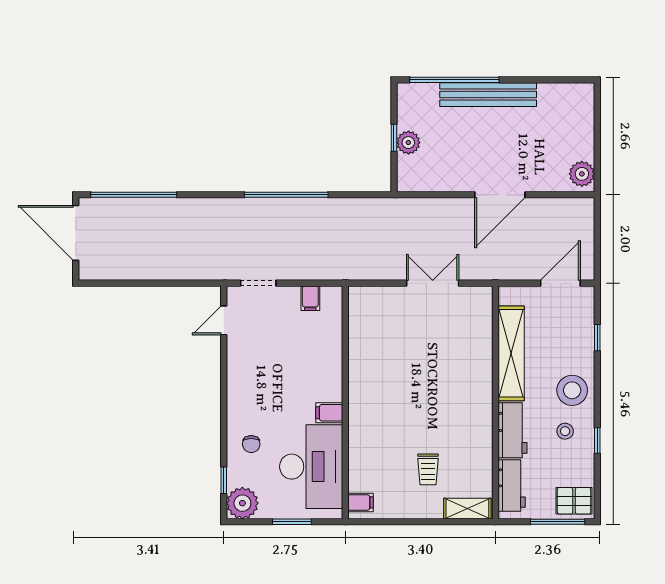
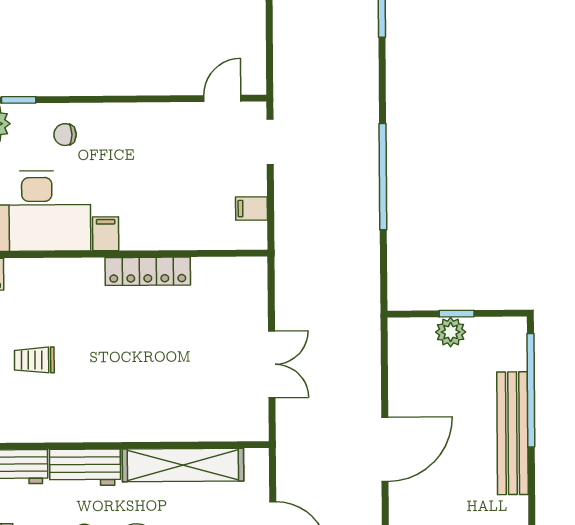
door: (500, 195) -> (385, 449), swing flipped
door: (224, 320) -> (222, 98), hinge flipped
locker: (359, 380) -> (148, 271), added

